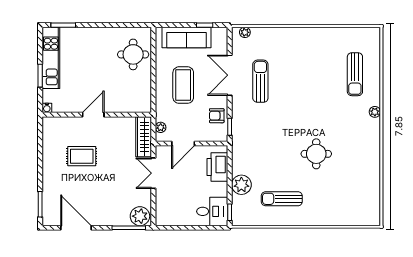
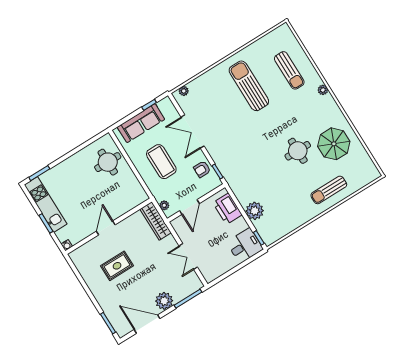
sun lounger: (260, 81) -> (249, 86), moved, width x1.36, depth x1.34
parasol: (354, 168) -> (334, 144), added
double door: (153, 173) -> (188, 257), moved
sun lounger: (282, 199) -> (329, 190), moved
plant: (140, 216) -> (164, 301), moved

